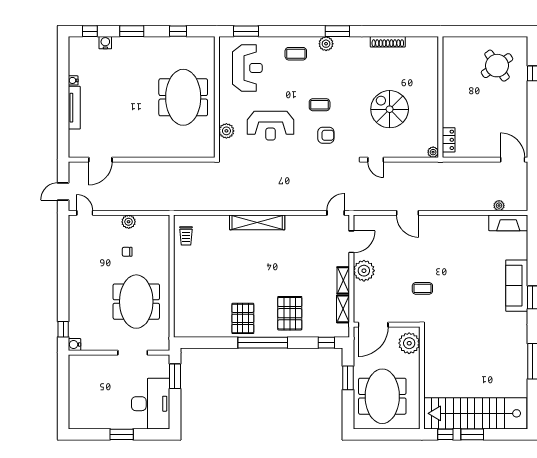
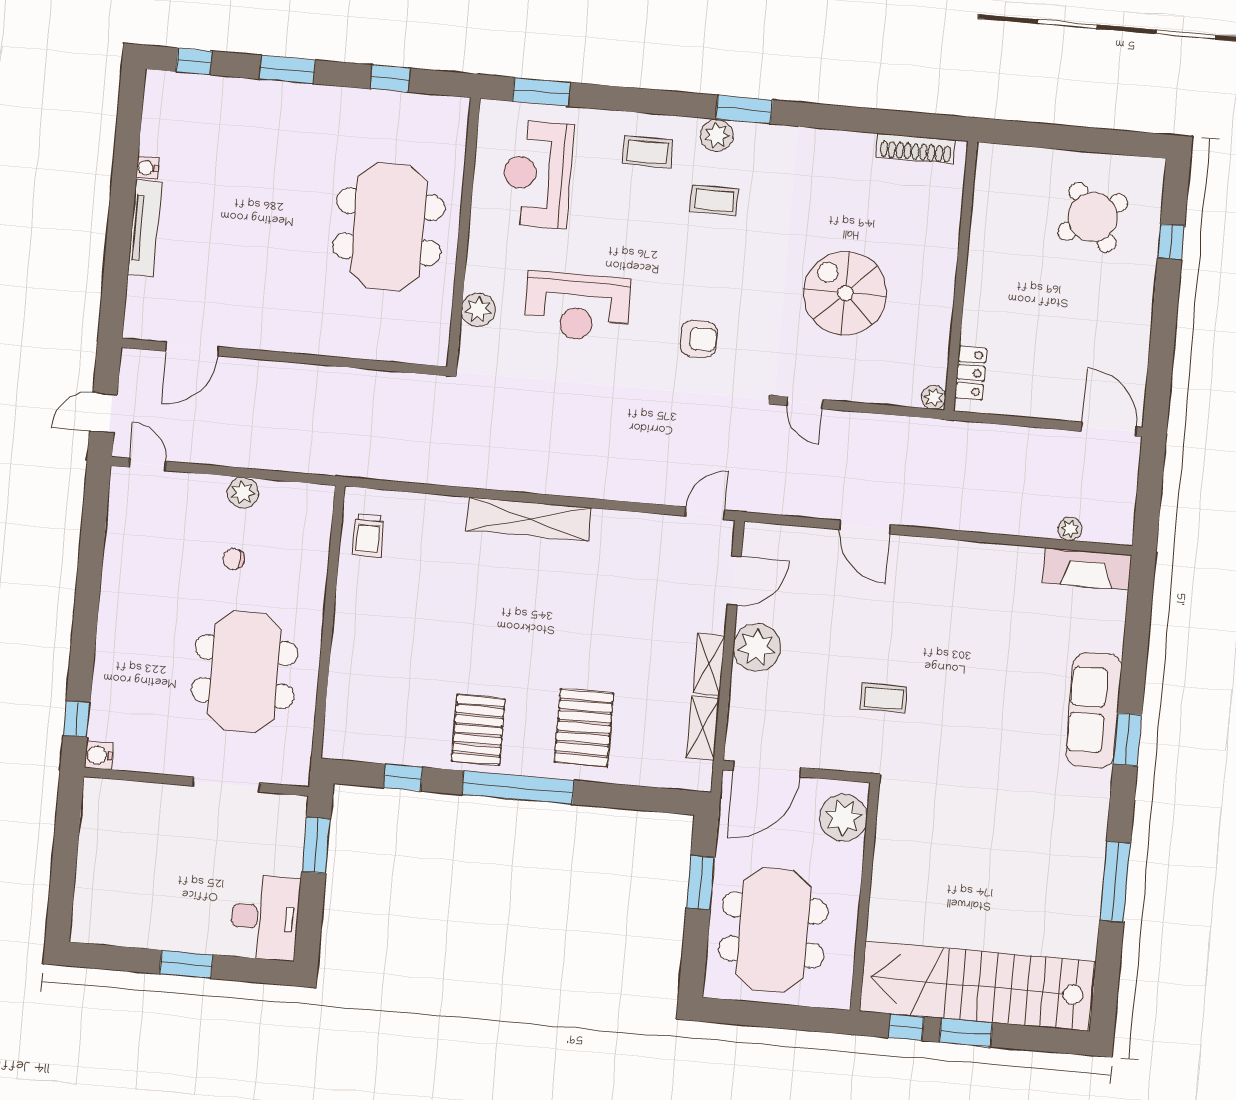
shoe rack: (388, 42) -> (916, 148), moved
water cooler: (105, 43) -> (226, 90), removed
reception desk: (247, 68) -> (537, 174), turned 180
coffee table: (320, 105) -> (714, 200), moved
window: (326, 343) -> (403, 777), moved
desk: (151, 404) -> (265, 917), width x0.73, depth x0.77

